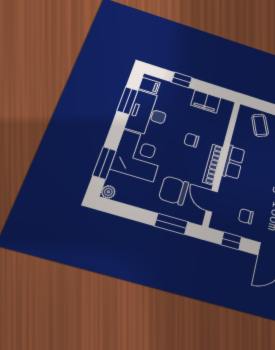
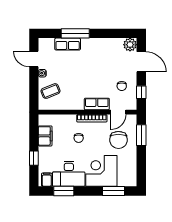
row of seats: (233, 162) -> (97, 104), moved
plant: (108, 192) -> (132, 182), removed

